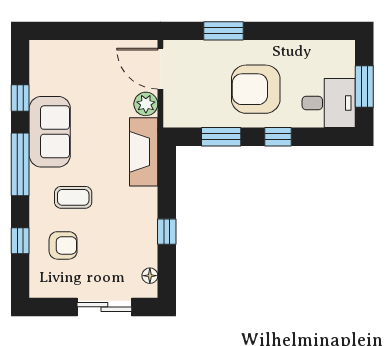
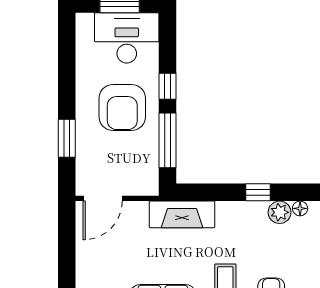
desk: (329, 103) -> (127, 38), width x1.37
plant: (146, 104) -> (280, 212), moved
window: (221, 137) -> (168, 140), width x1.44

